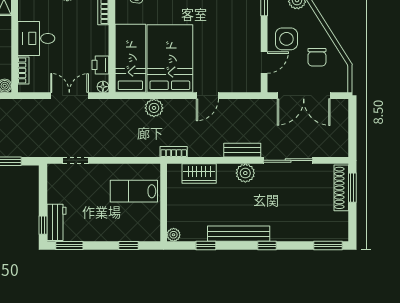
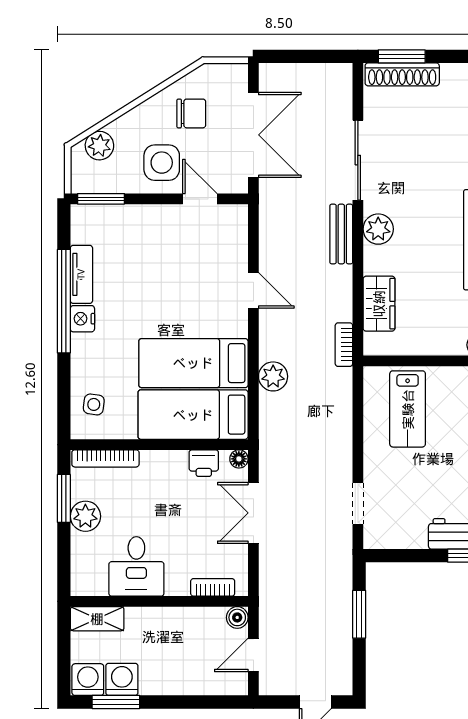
desk: (36, 38) -> (136, 566), moved
bed: (170, 59) -> (193, 363), width x0.67

